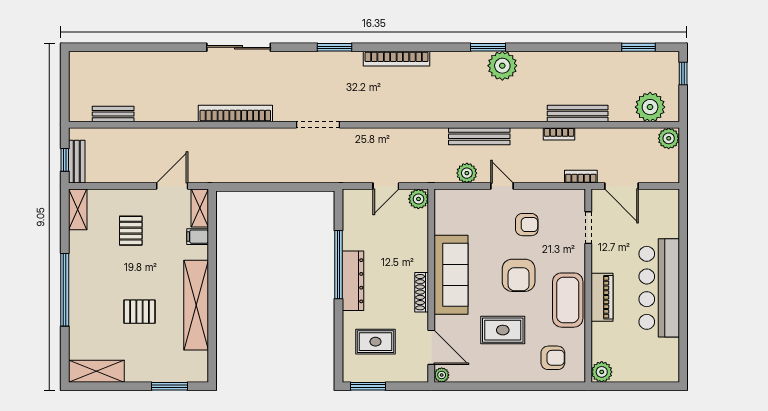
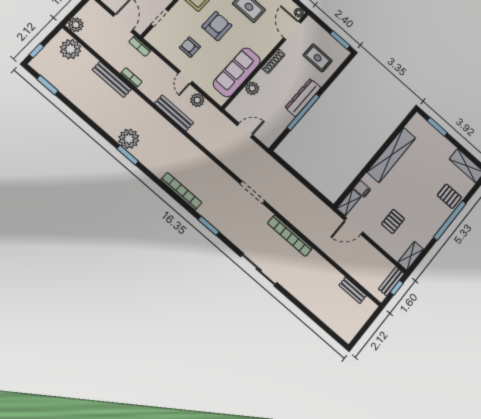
plant: (418, 199) -> (252, 88), moved
sofa: (451, 275) -> (237, 72), moved
pallet: (140, 312) -> (449, 196), moved

